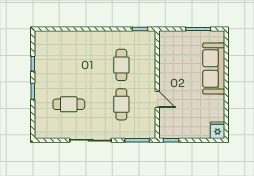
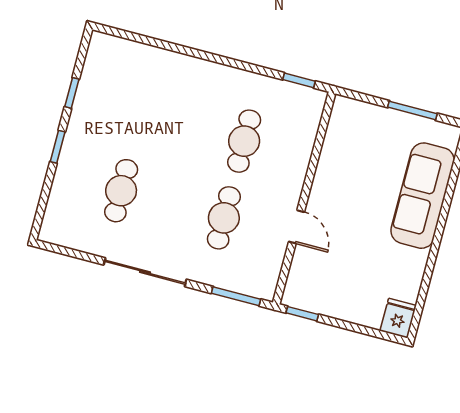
cafe table: (69, 104) -> (121, 191), turned 90

